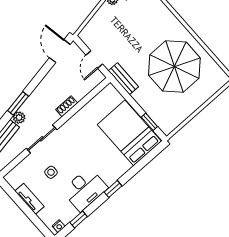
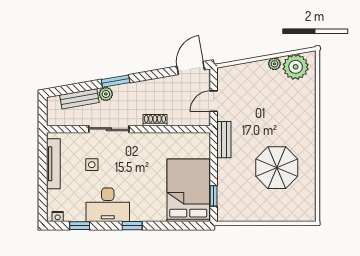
parasol: (174, 67) -> (277, 168), width x0.73, depth x0.73
tv unit: (29, 199) -> (53, 164), width x1.41

